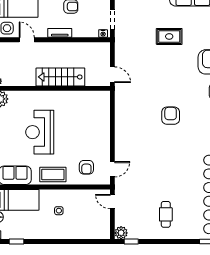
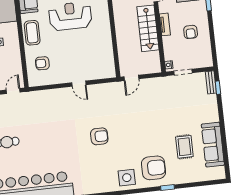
rug: (169, 36) -> (184, 147), moved
stairs: (60, 77) -> (148, 28), moved, turned 180
door: (112, 169) -> (79, 84), moved

